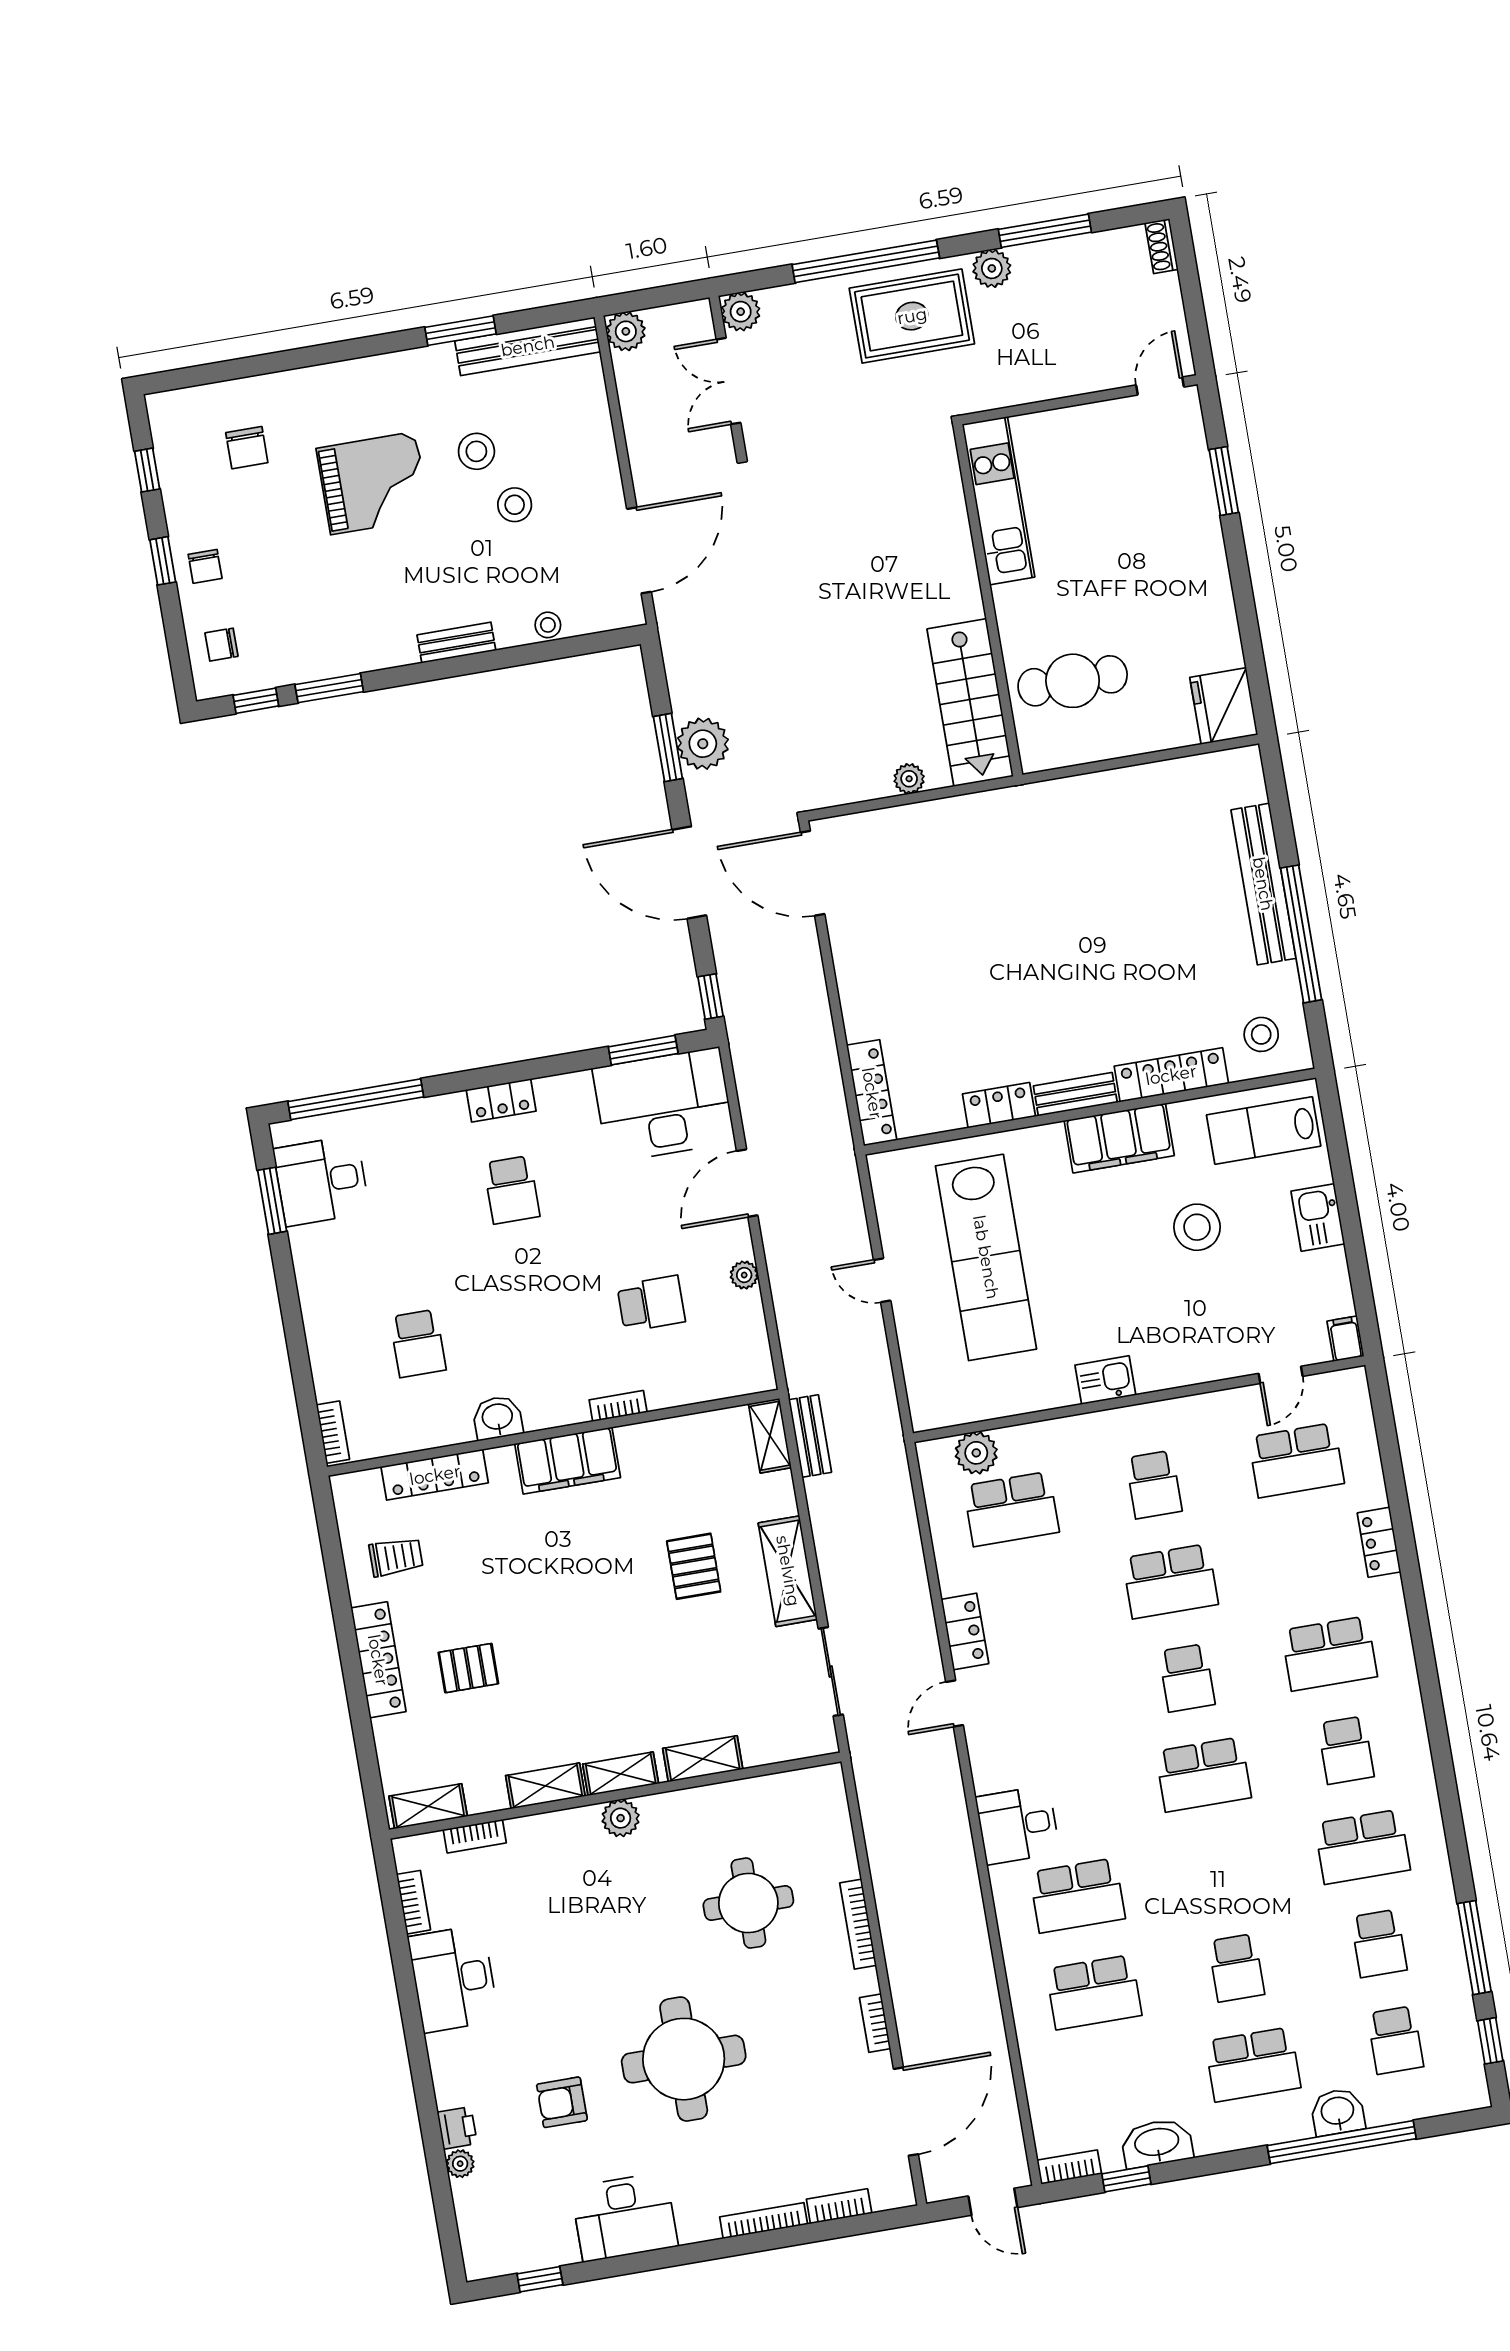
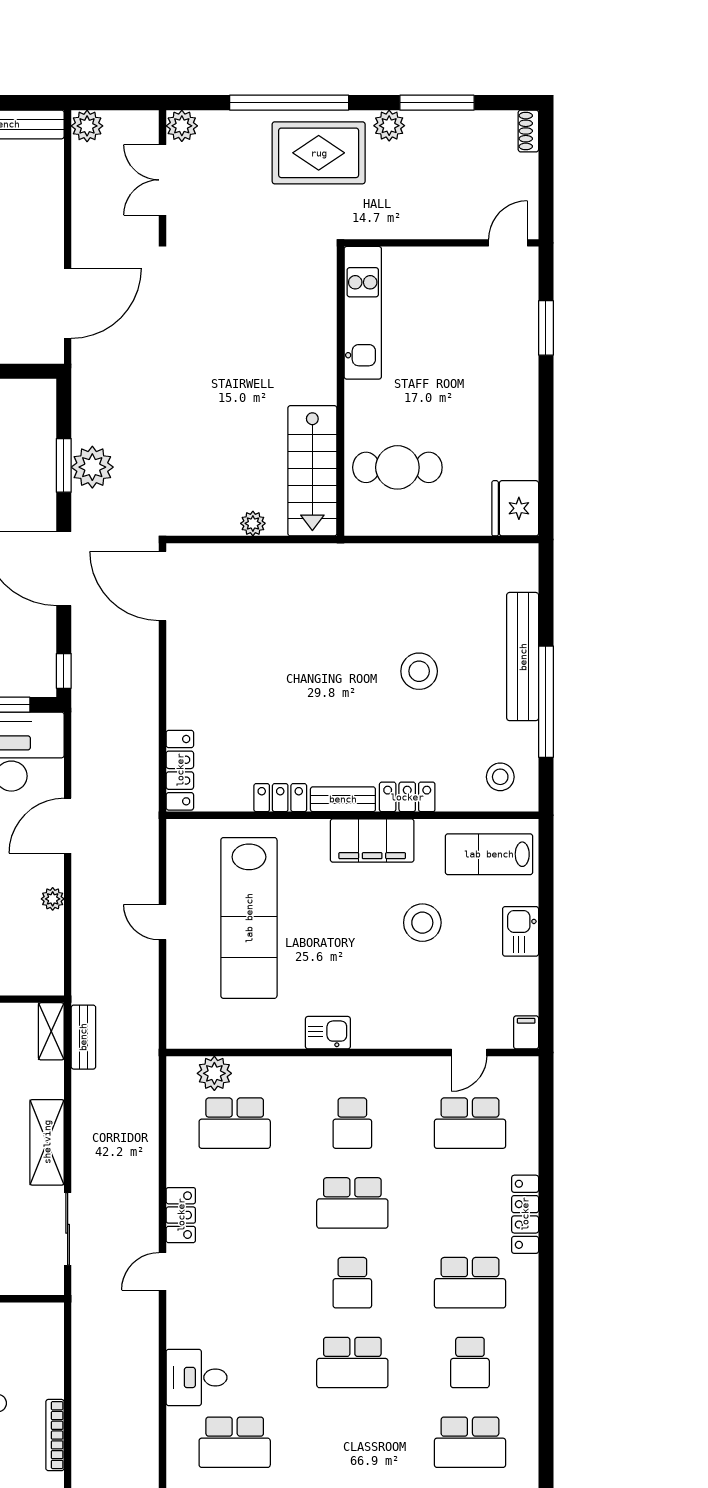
stool: (1141, 923) -> (419, 671), added
locker: (1171, 1075) -> (407, 797), width x0.66
locker: (1379, 1542) -> (525, 1214), width x1.53

